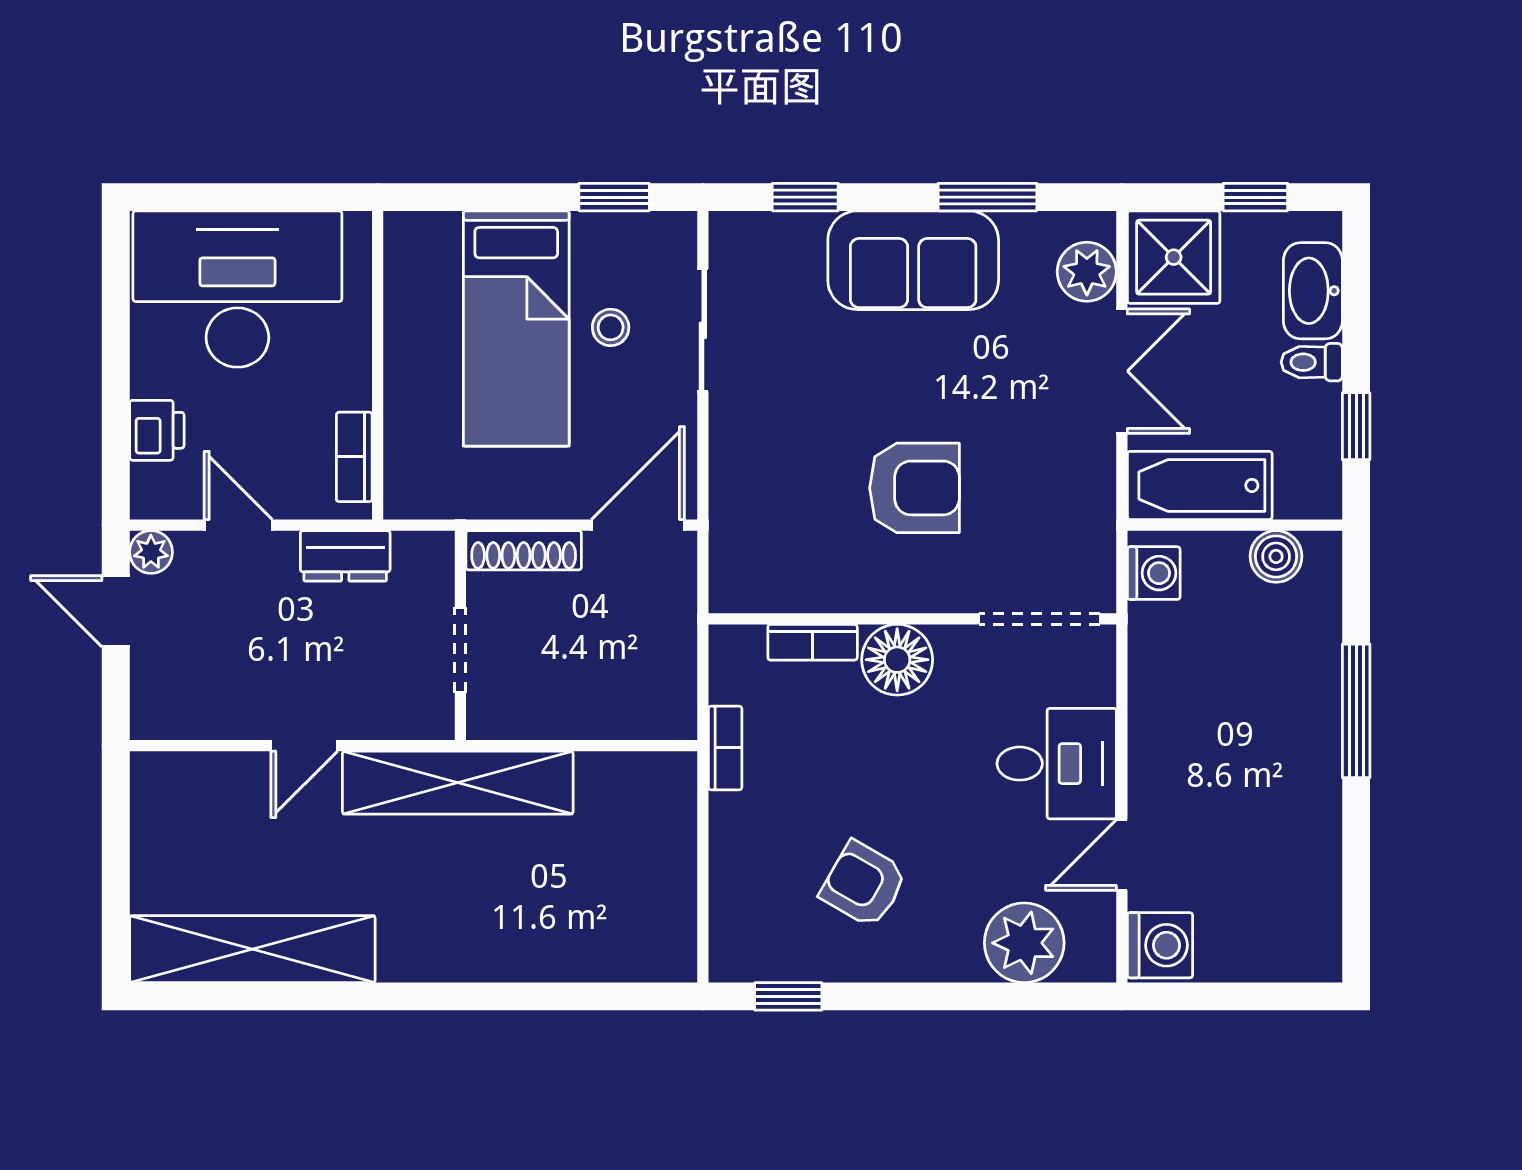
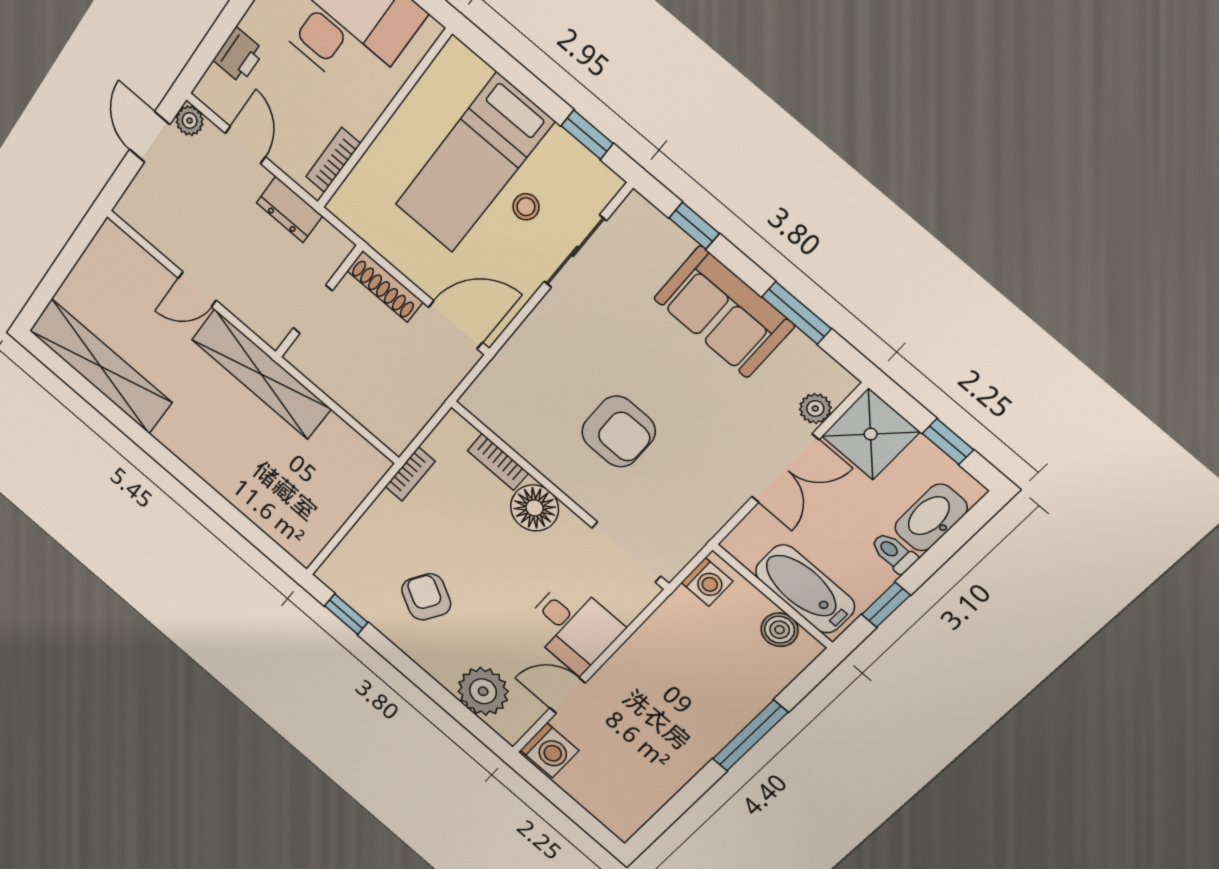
plant: (1087, 272) -> (815, 408), width x0.73, depth x0.73
bathtub: (1200, 485) -> (805, 589), moved

